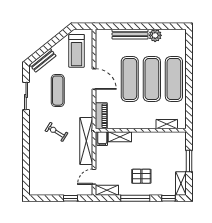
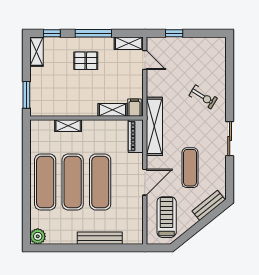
plant: (155, 35) -> (38, 236), moved
door: (94, 79) -> (145, 182), swing flipped
sliding door: (26, 96) -> (230, 139), moved
shelving: (167, 124) -> (68, 126), moved
exercise bike: (56, 132) -> (203, 97), moved
shelving: (86, 141) -> (154, 126), moved
window: (189, 161) -> (26, 95), moved
door: (94, 177) -> (145, 60), hinge flipped

